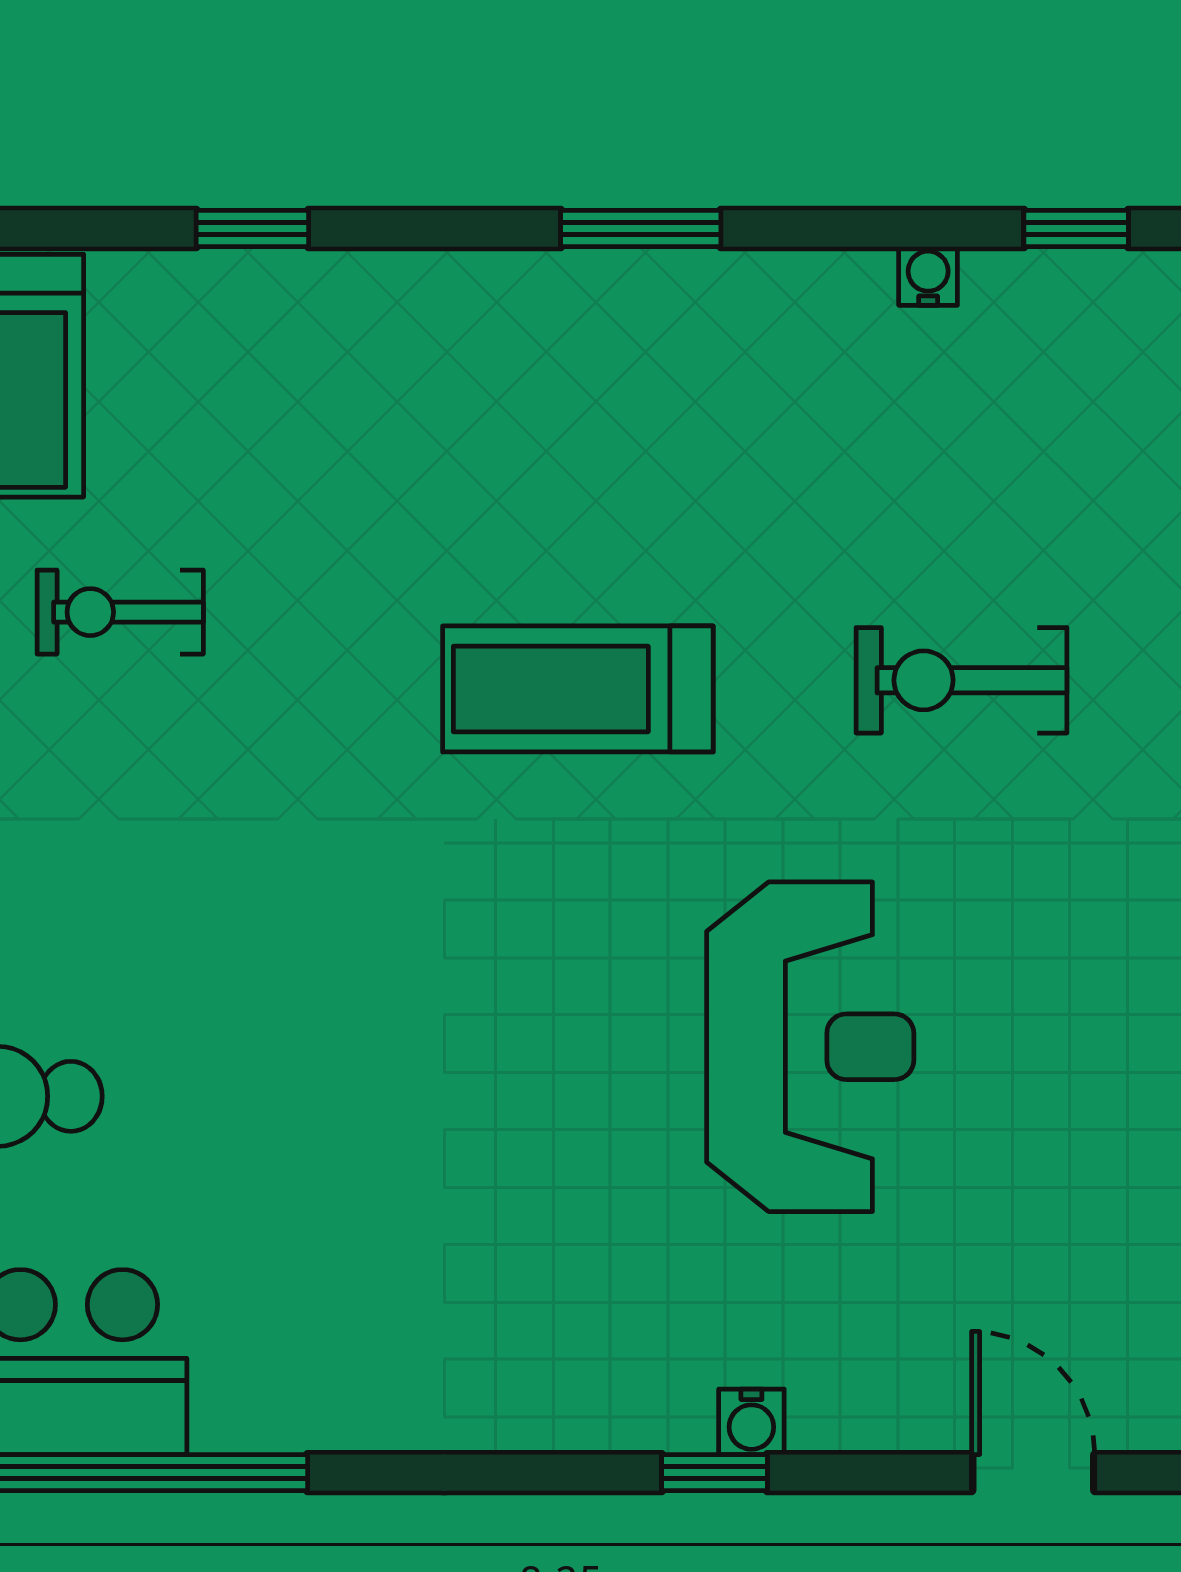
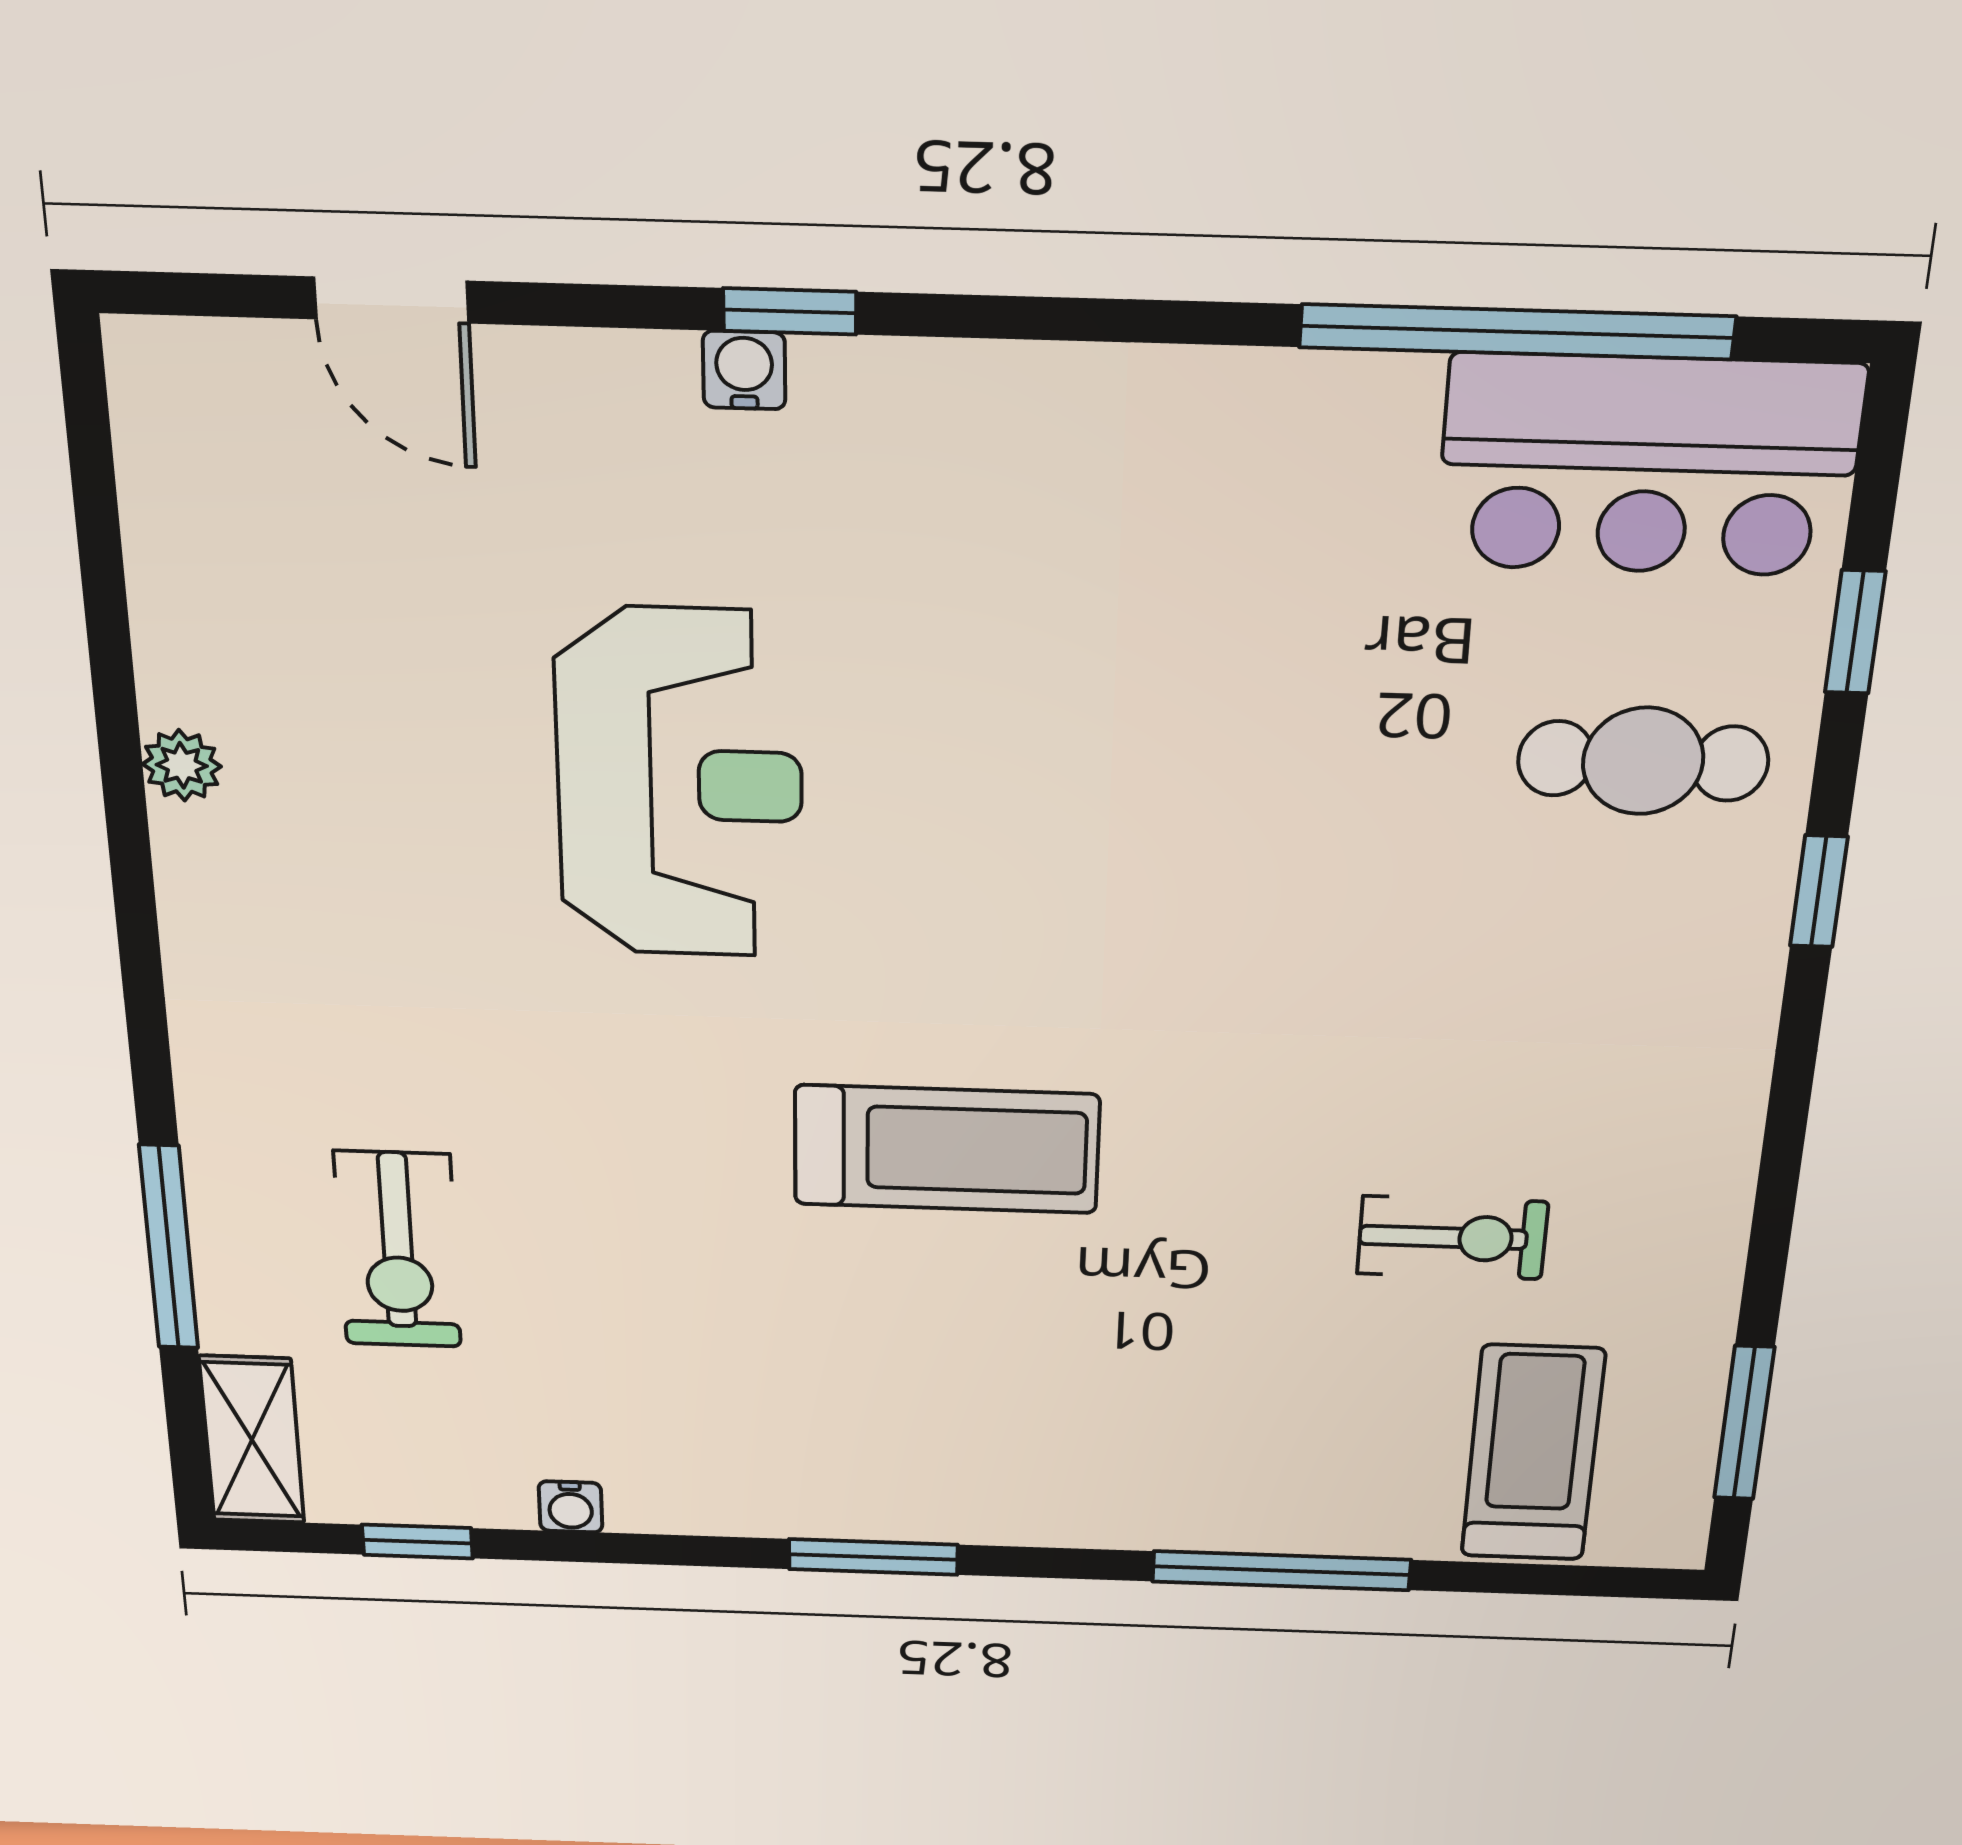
window: (252, 229) -> (1281, 1571), width x2.17
exercise bike: (961, 680) -> (398, 1250), moved, turned 90
reception desk: (810, 1047) -> (680, 784), turned 180

